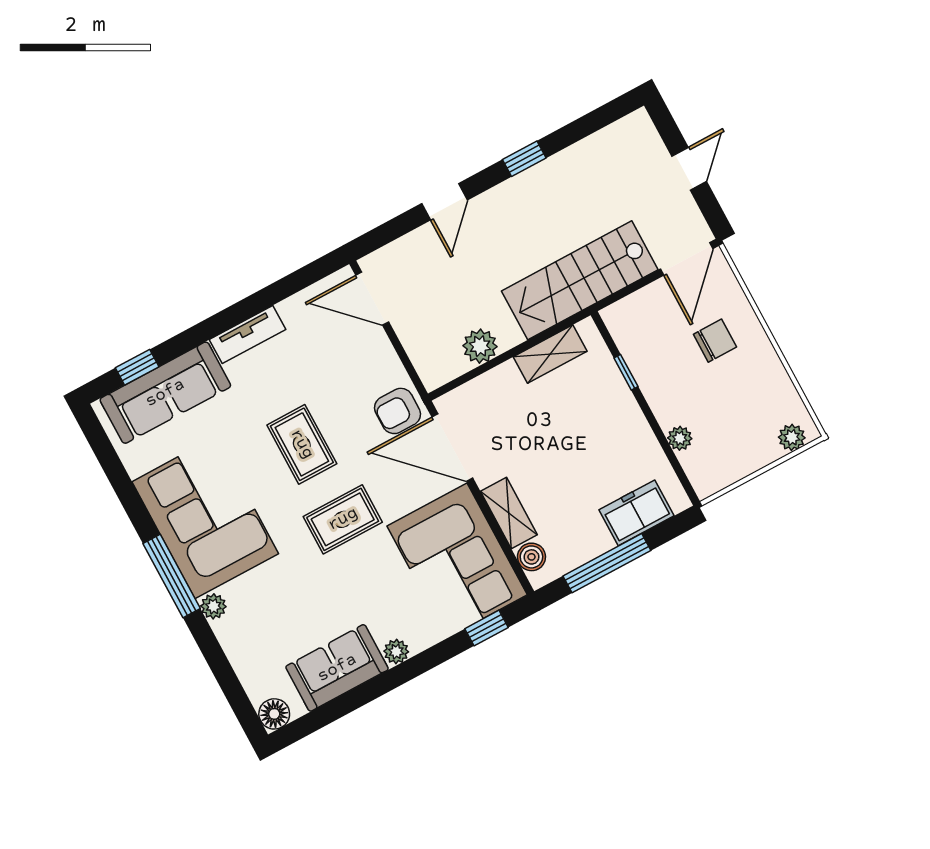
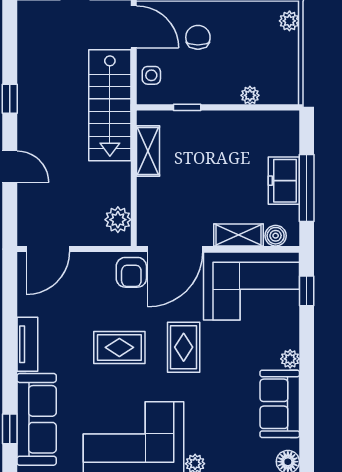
side table: (641, 310) -> (151, 75), added
plant: (480, 346) -> (118, 220), moved
freezer: (637, 513) -> (284, 181), moved

